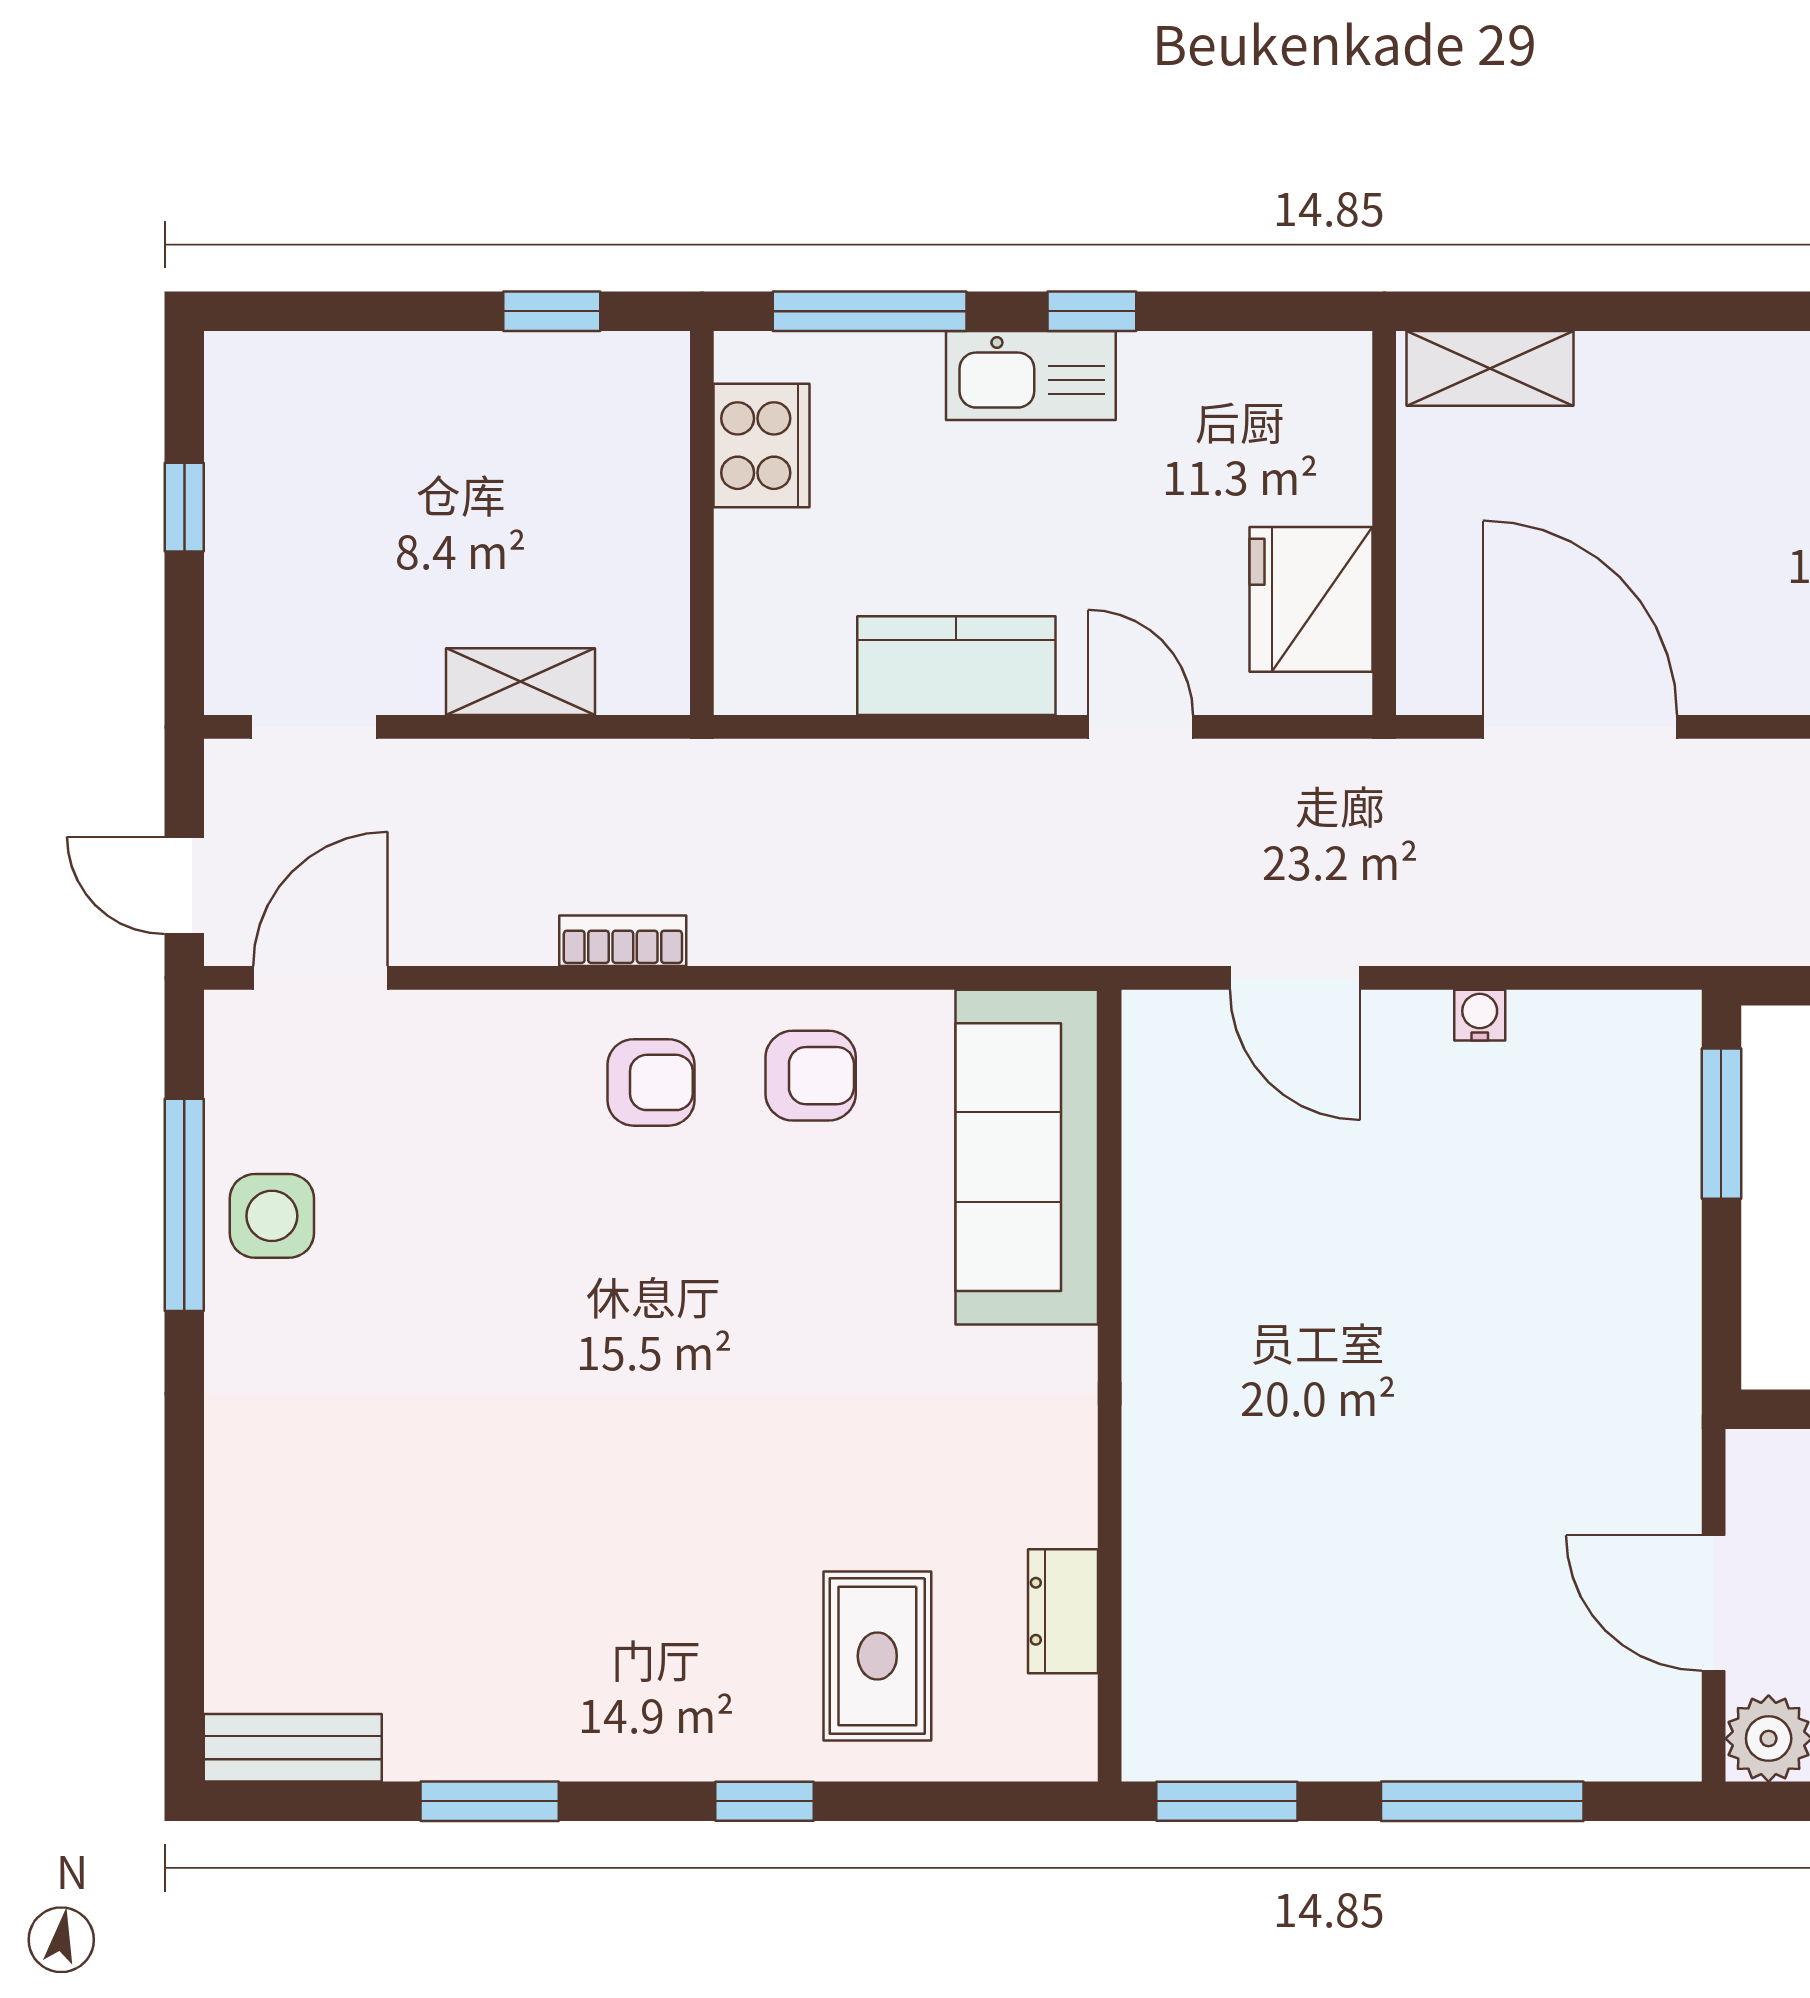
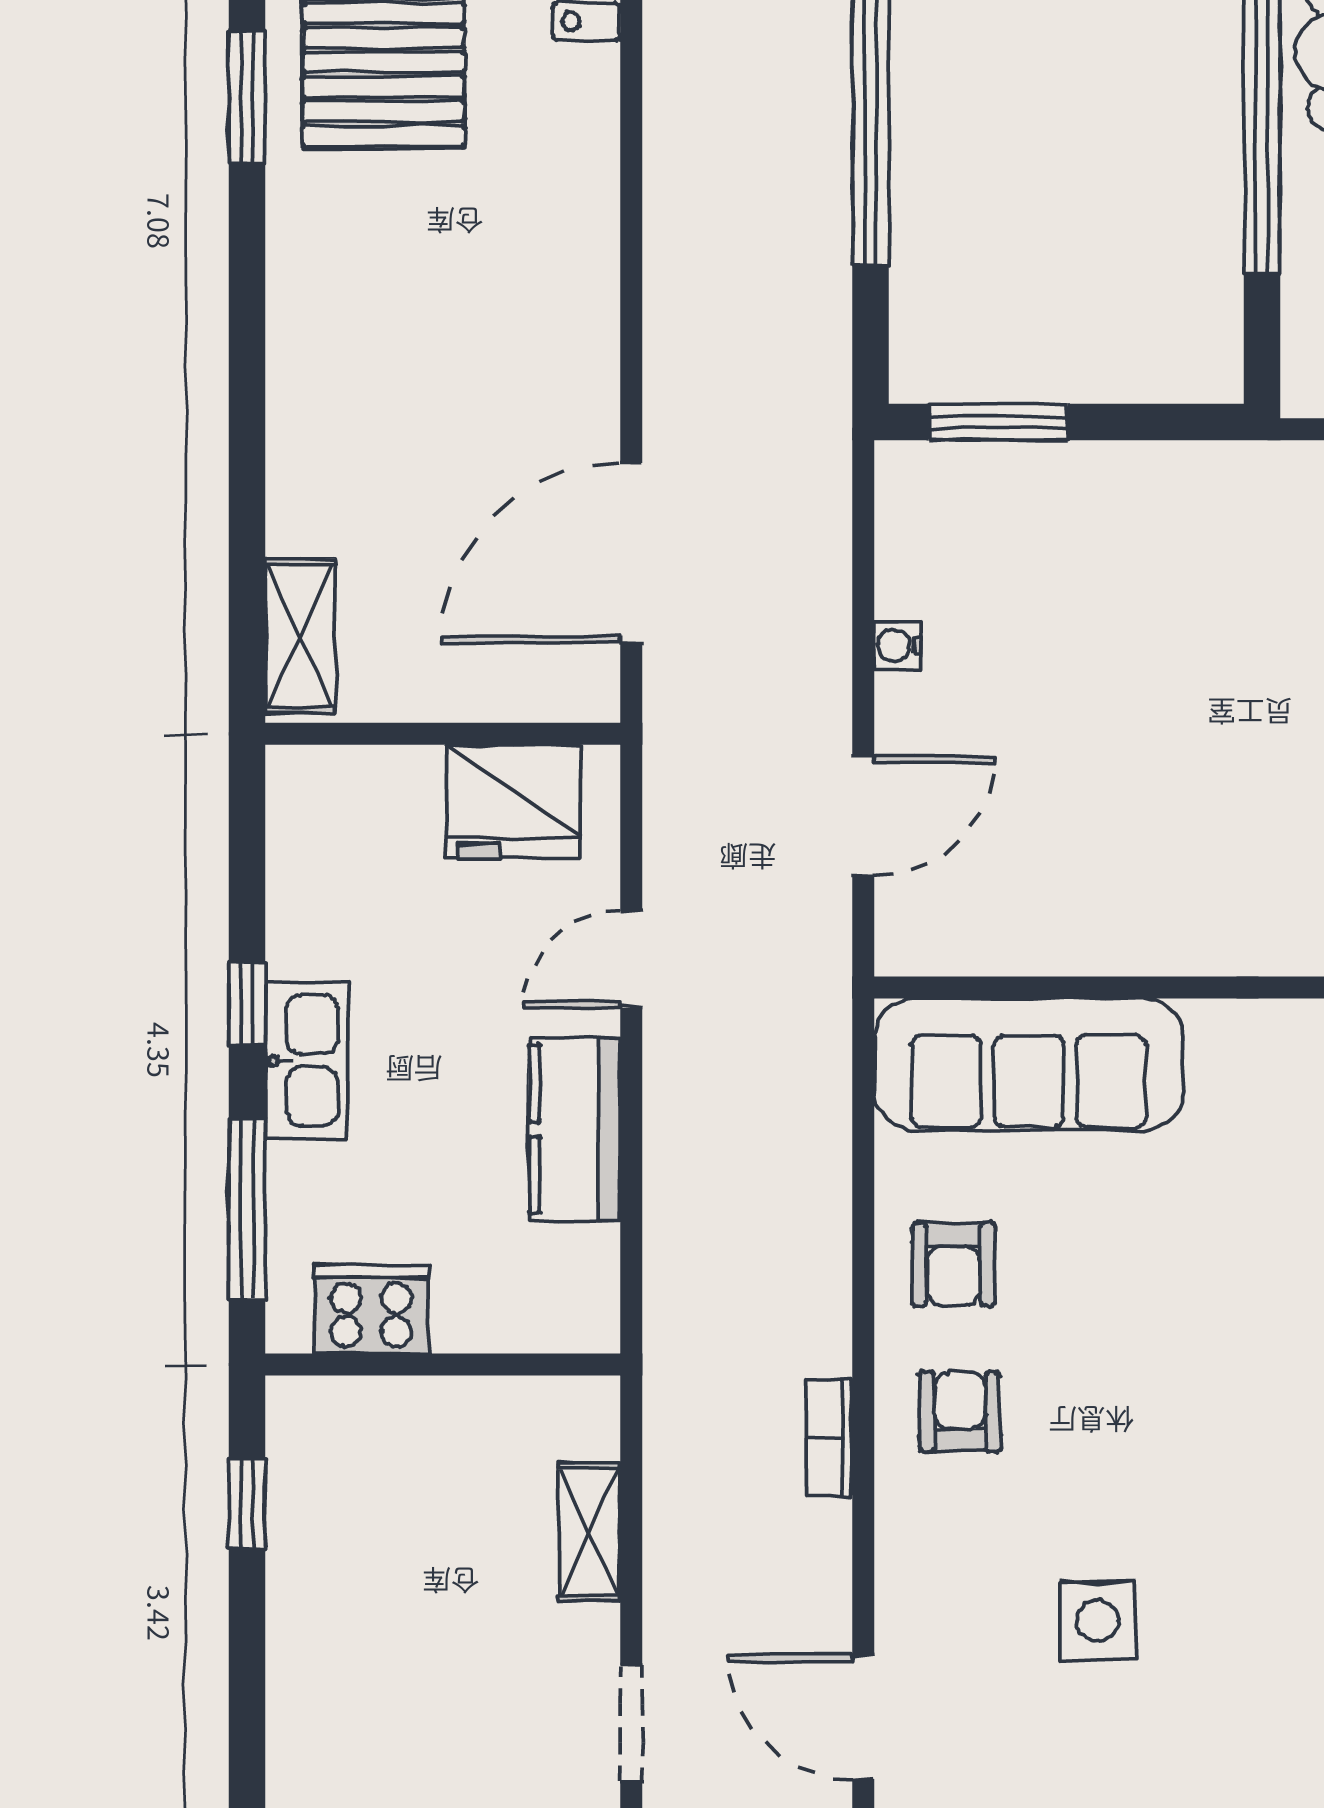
armchair: (811, 1076) -> (954, 1264), turned 180
side table: (272, 1216) -> (1097, 1621), moved

